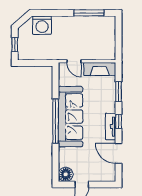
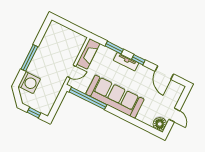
window: (89, 13) -> (29, 58), moved
window: (56, 121) -> (88, 98), moved
tv unit: (111, 127) -> (126, 62), moved
door: (119, 153) -> (164, 73), hinge flipped

